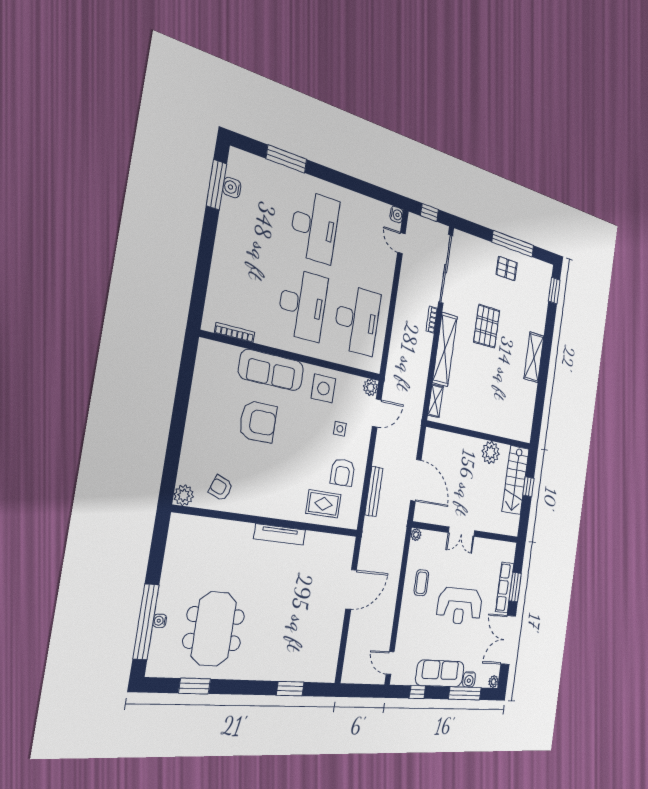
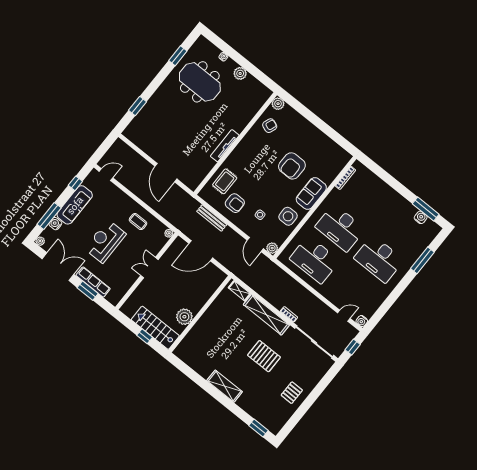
window: (513, 244) -> (305, 407), removed
sofa: (271, 370) -> (311, 193), width x0.73
armchair: (343, 472) -> (235, 203), turned 180
plant: (171, 580) -> (240, 73), added
window: (146, 622) -> (228, 50), removed

